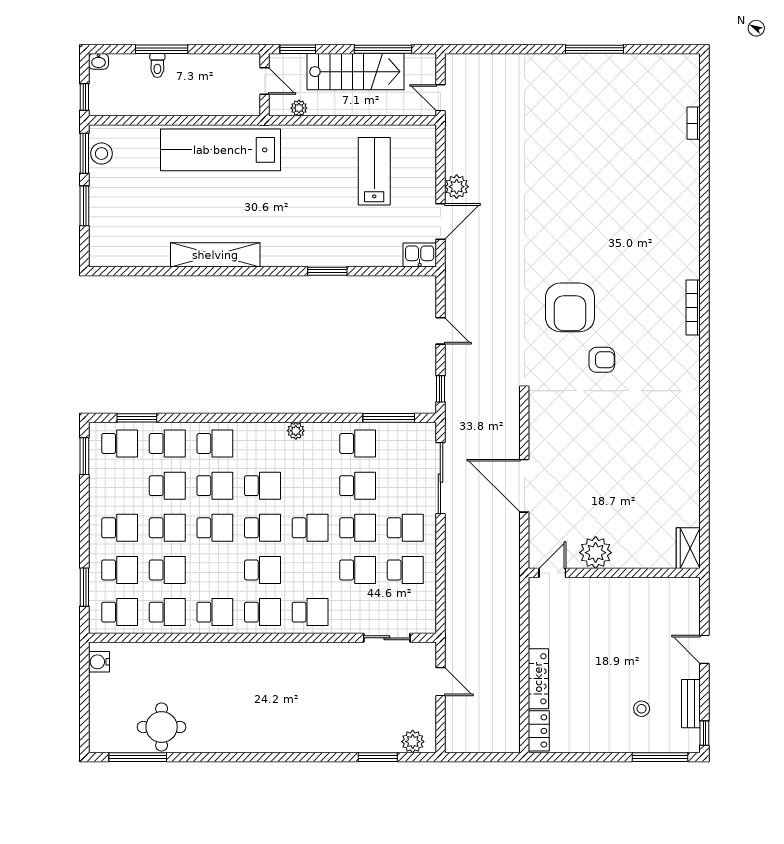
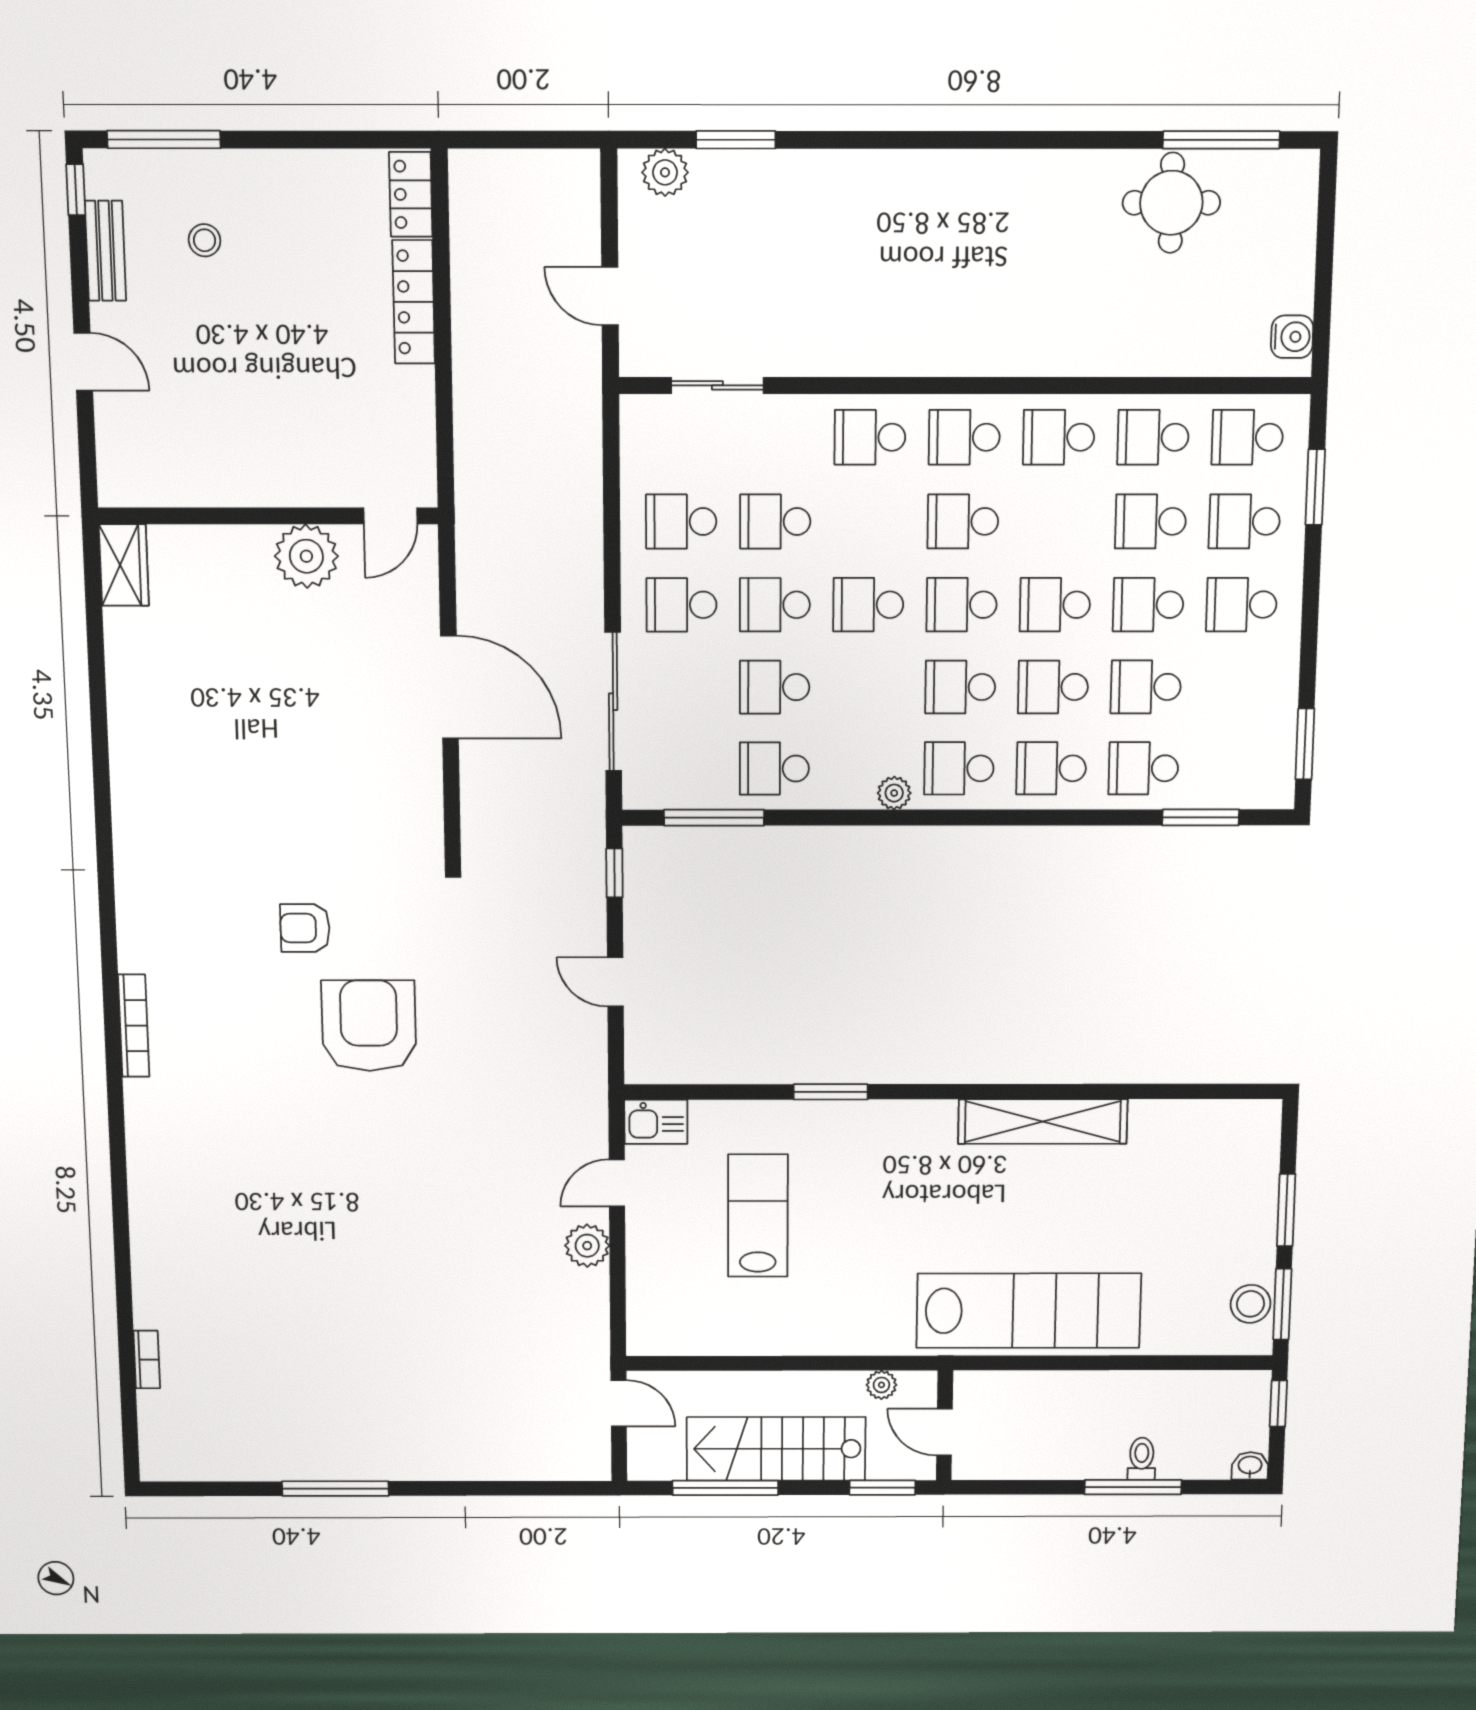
lab bench: (374, 171) -> (758, 1216), moved, turned 180
door: (440, 221) -> (617, 1183), width x0.73
school desk: (120, 444) -> (959, 768), moved

